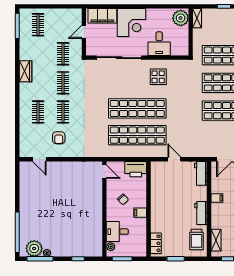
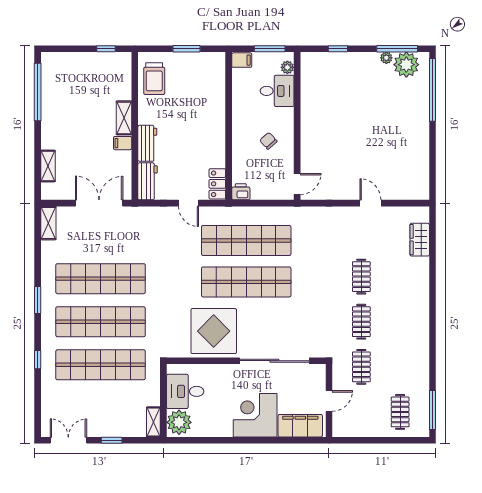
desk: (159, 44) -> (185, 391), moved, turned -90
wardrobe: (25, 71) -> (420, 240), moved
display table: (158, 77) -> (214, 331), width x1.86, depth x1.86
clothes rail: (38, 112) -> (400, 277), removed
armchair: (59, 138) -> (368, 237), removed
door: (39, 159) -> (370, 203), moved
printer: (136, 169) -> (241, 192), width x0.53, depth x0.68
door: (104, 172) -> (297, 184), swing flipped
filing cabinet: (140, 213) -> (242, 60), moved
workbench: (201, 213) -> (147, 143), moved
trolley: (197, 239) -> (154, 79), turned 180
shelving: (216, 240) -> (124, 118), moved
locker: (156, 243) -> (217, 184), moved

